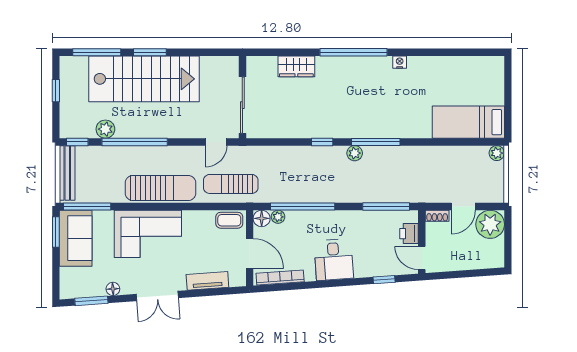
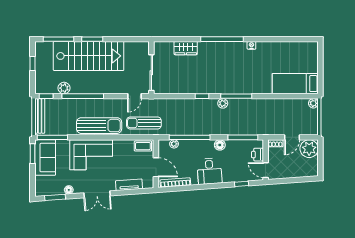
floor lamp: (262, 218) -> (220, 145), moved

